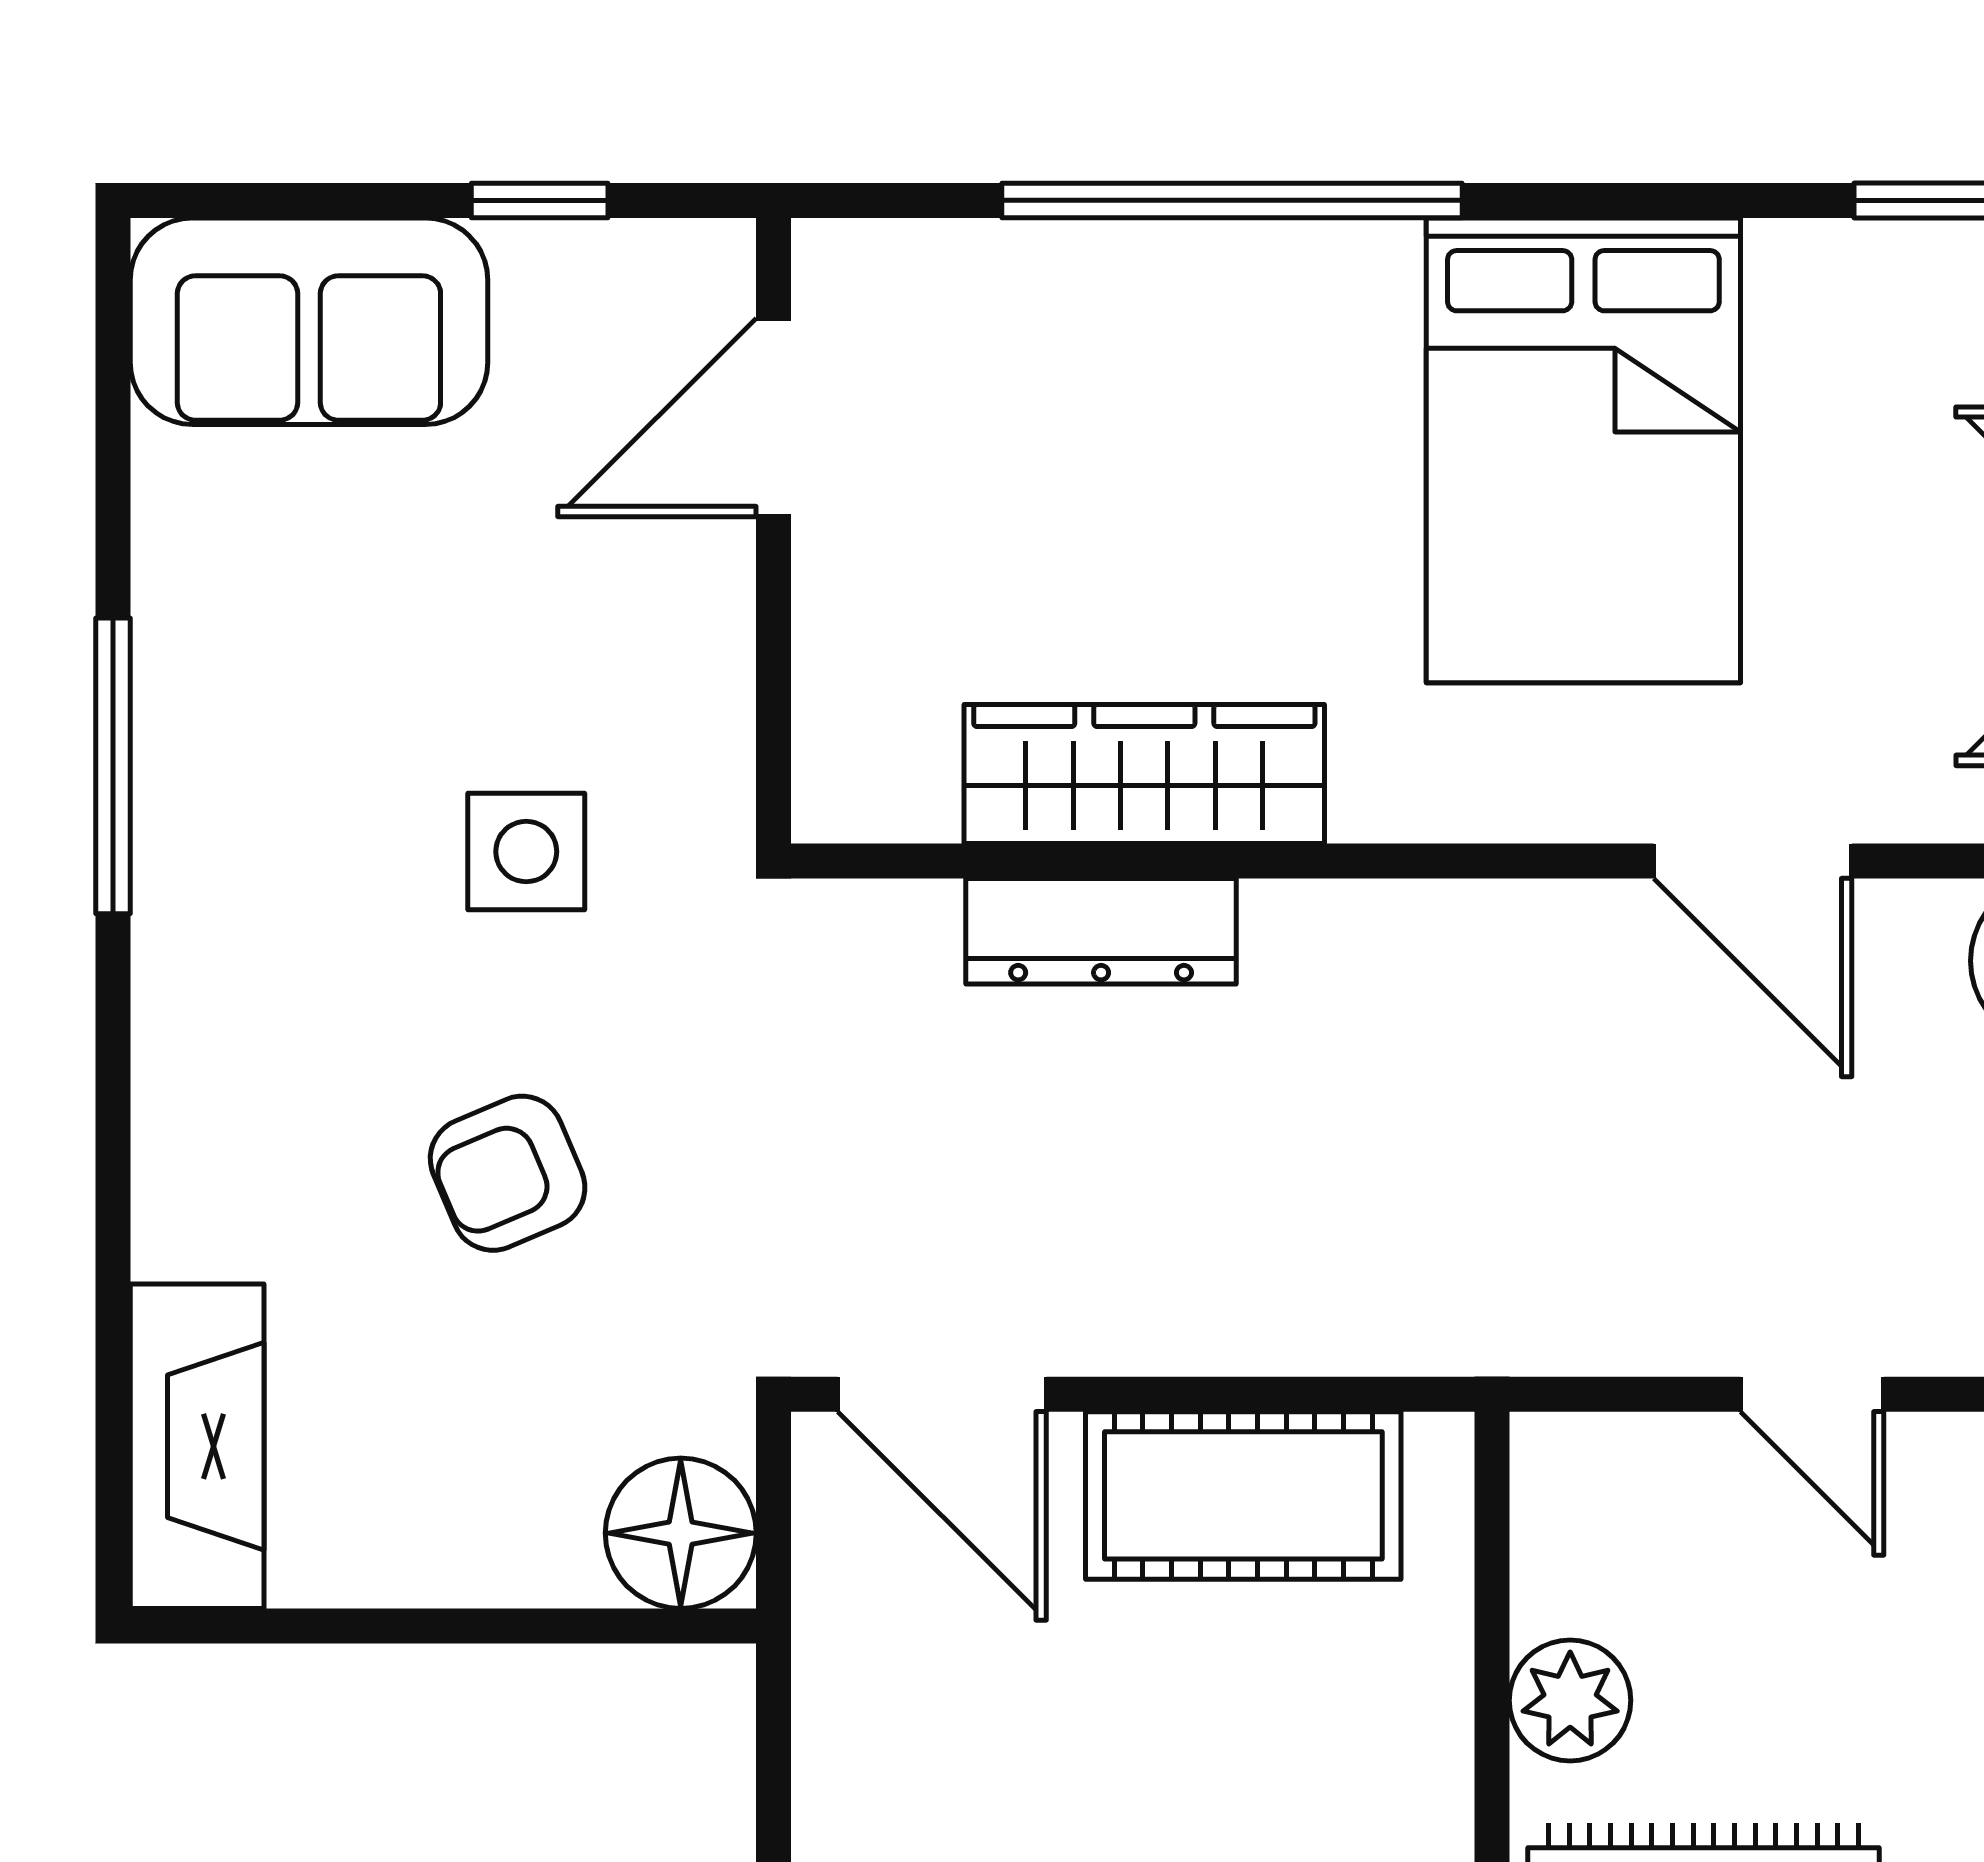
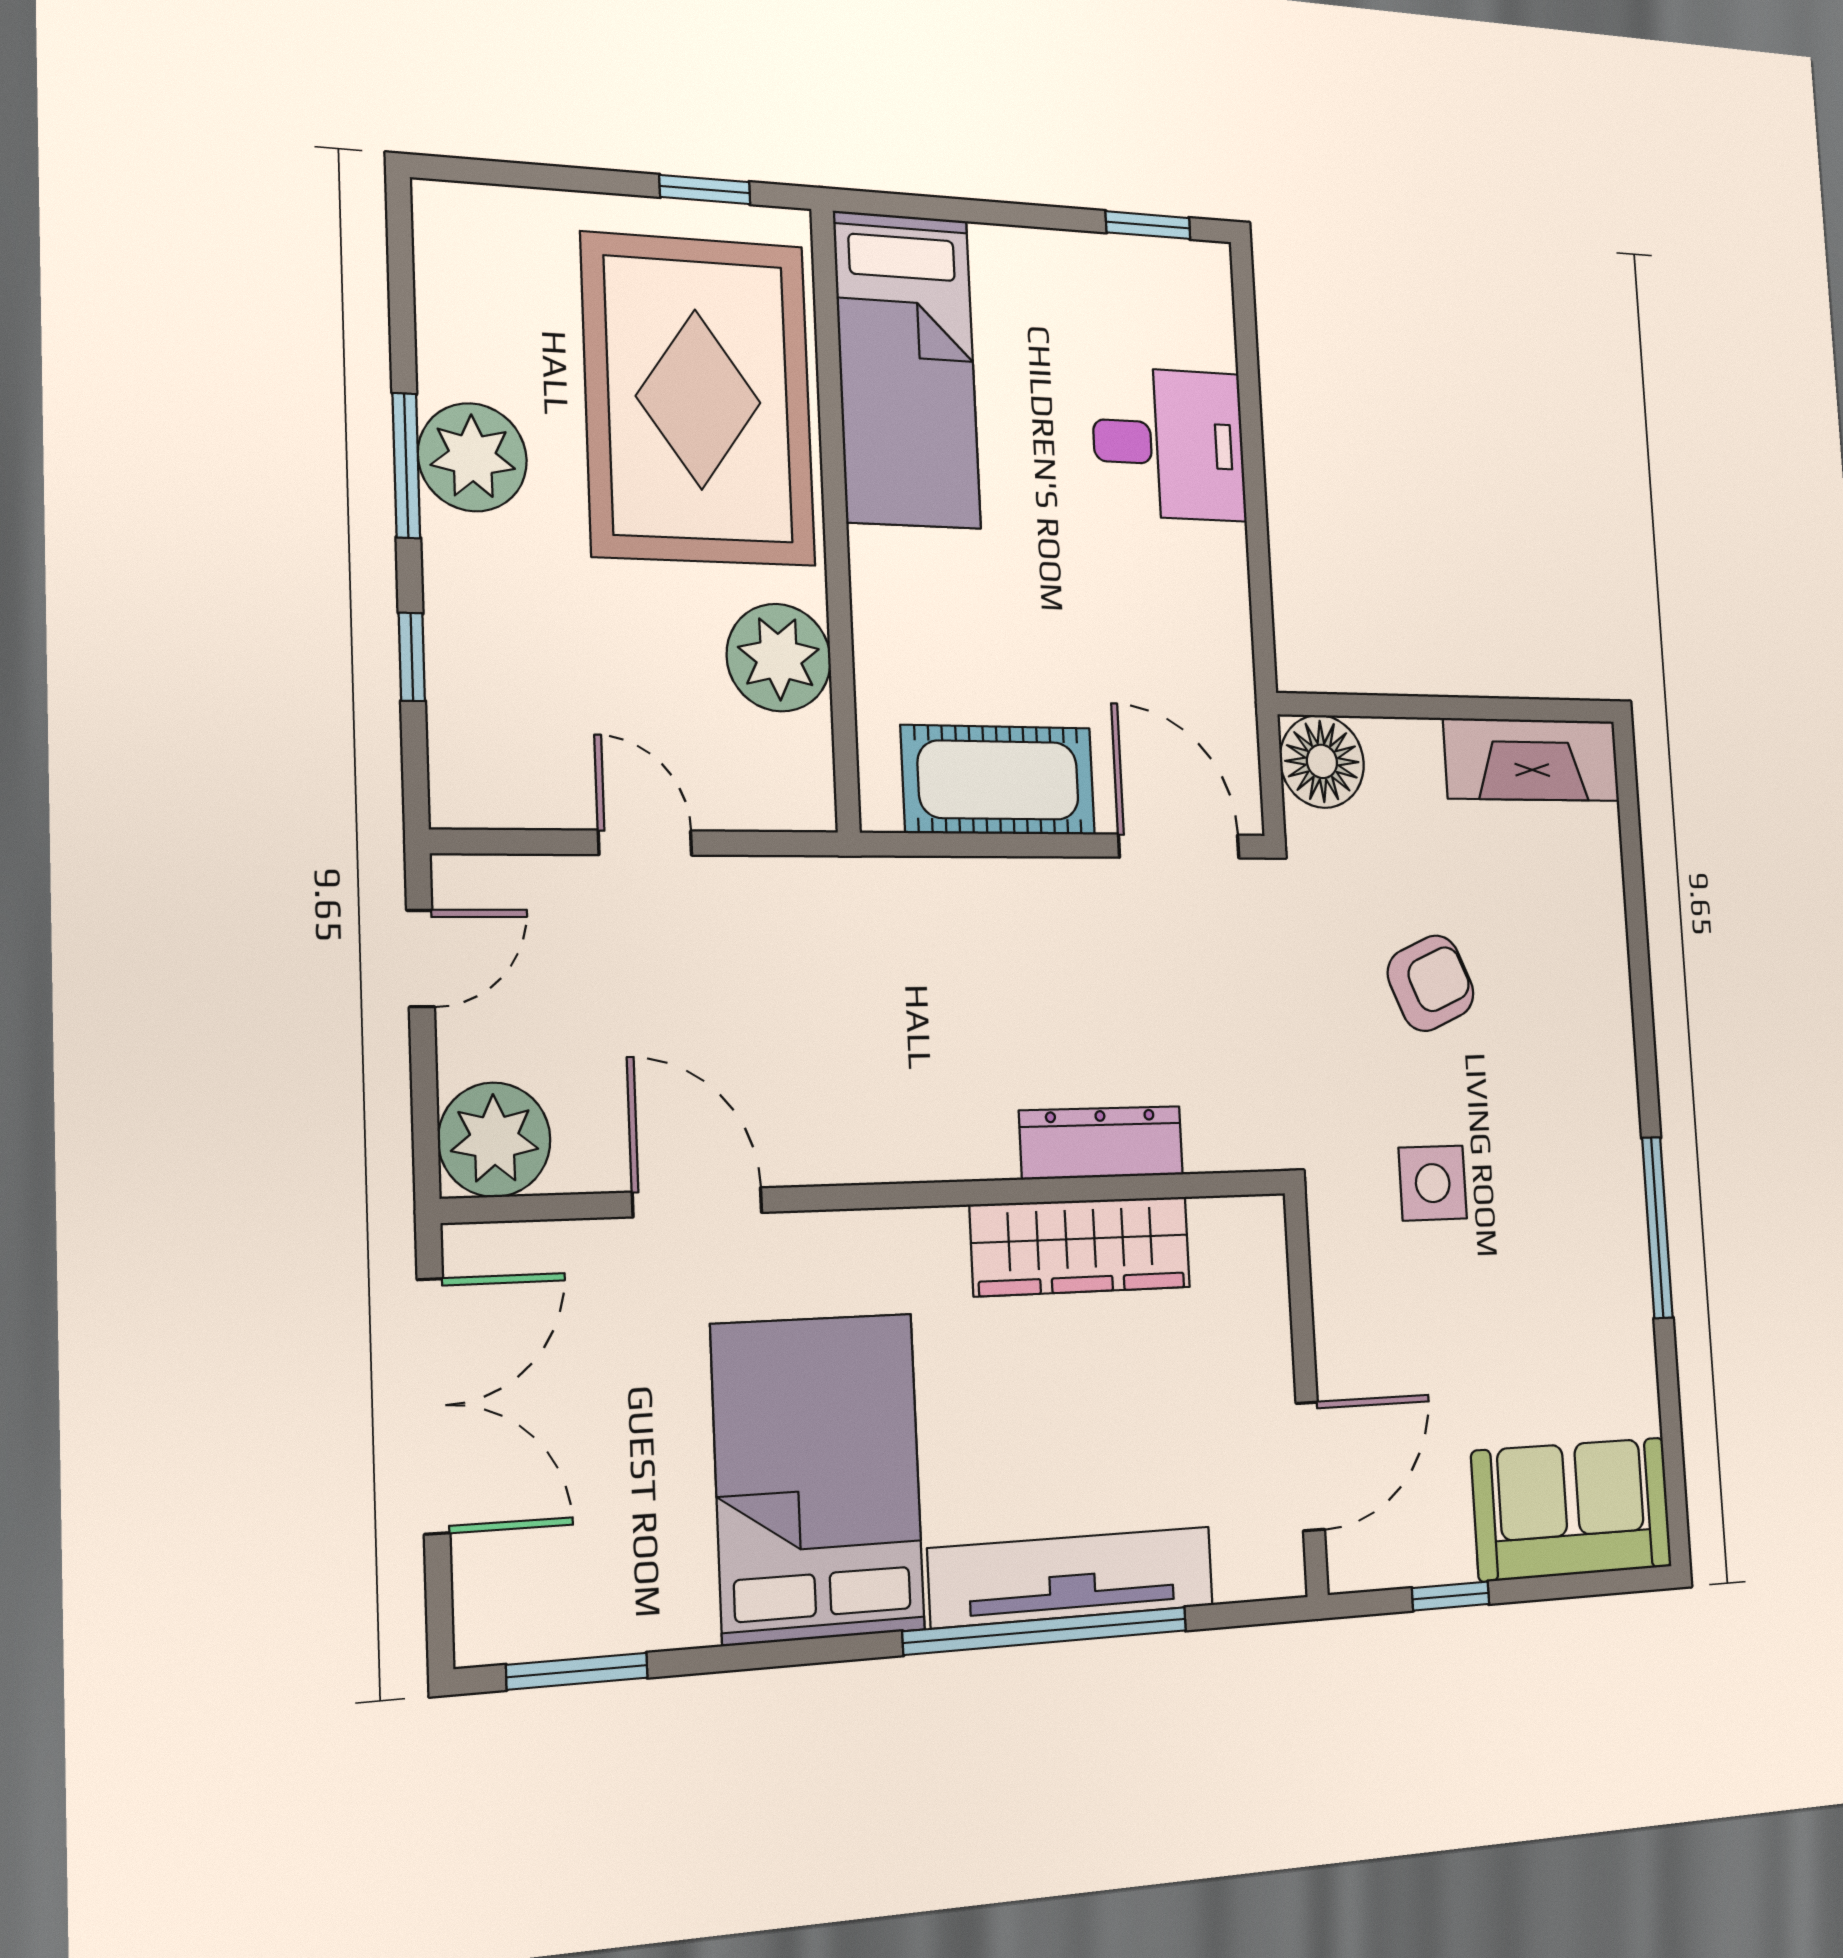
tv unit: (1186, 277) -> (1072, 1577), added
fireplace: (197, 1446) -> (1532, 760), moved, turned -90
plant: (1570, 1700) -> (779, 658), width x1.36, depth x1.36

